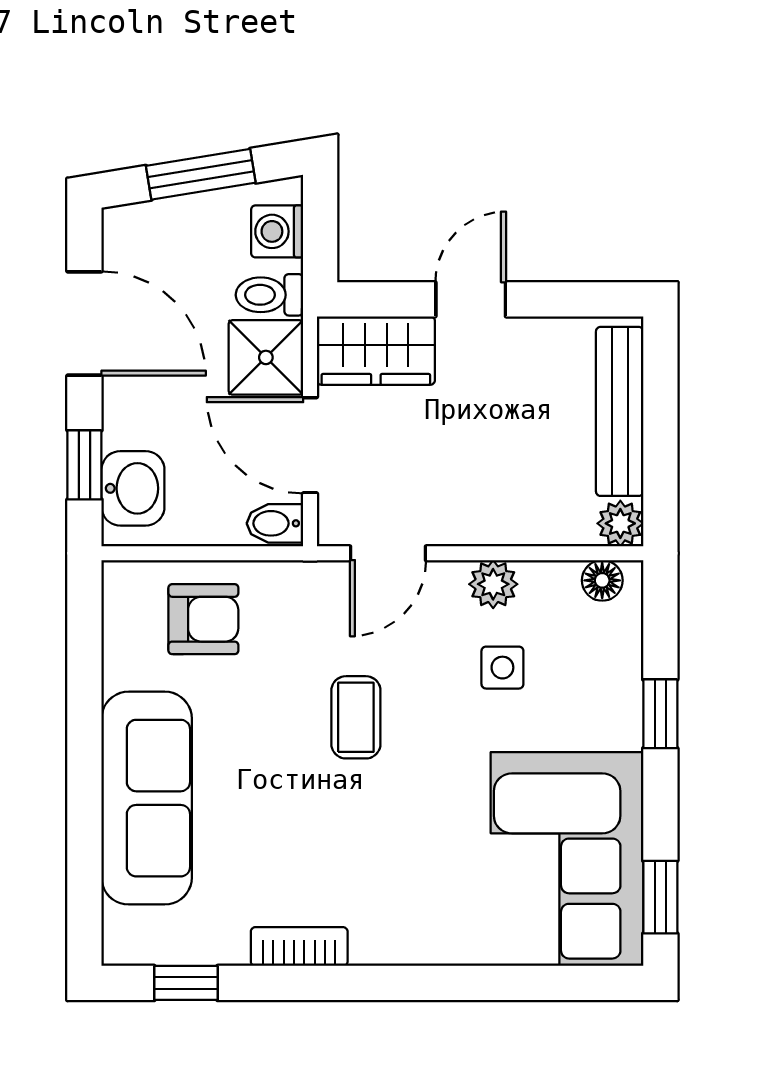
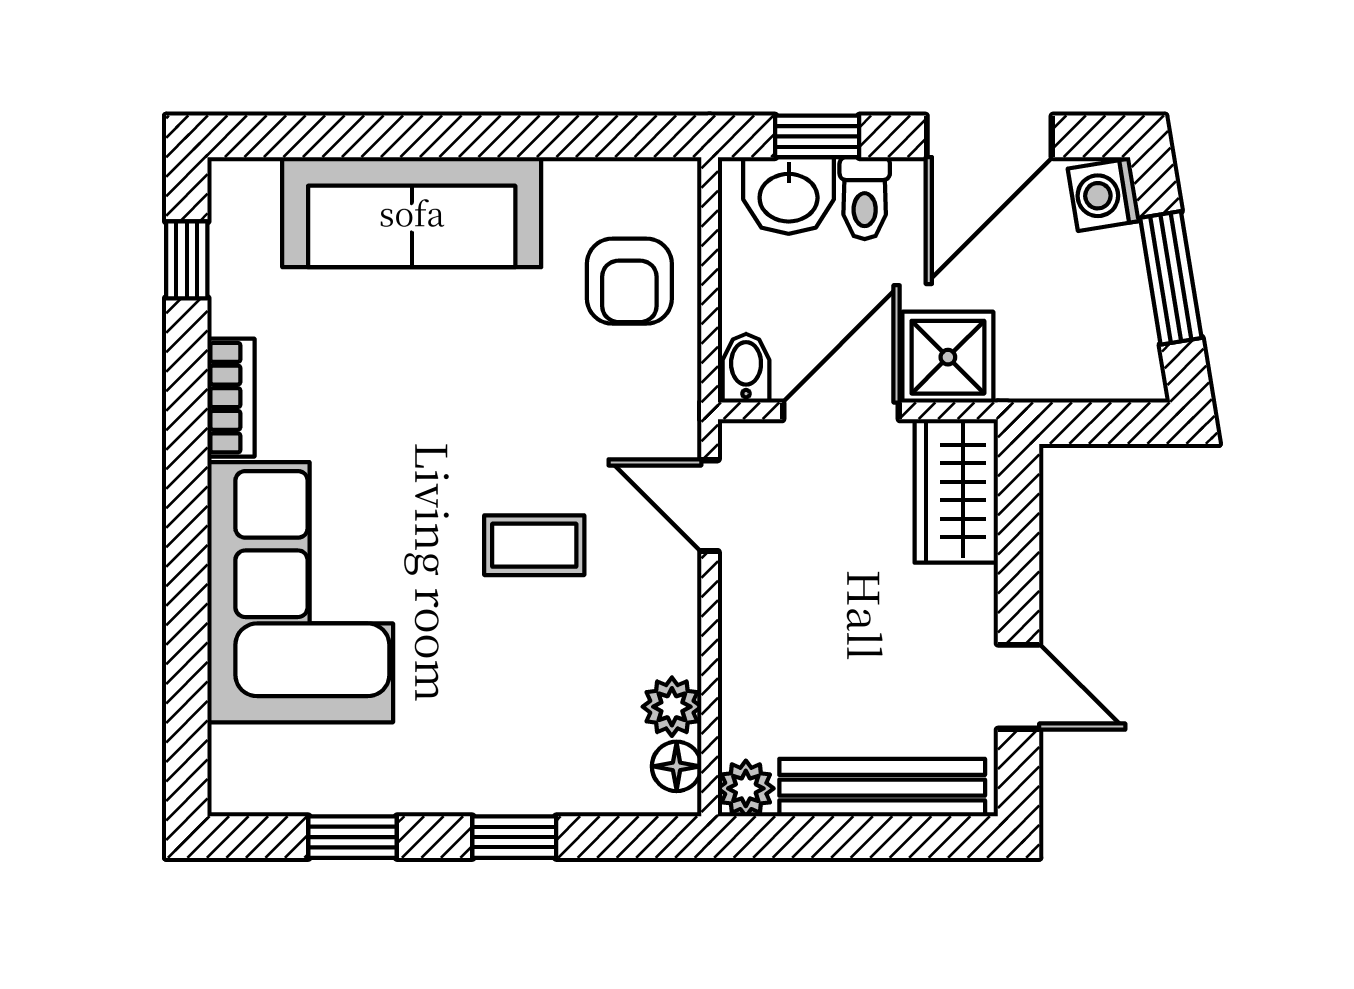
washing machine: (277, 231) -> (1104, 195), moved, turned -99
toilet: (269, 295) -> (865, 198), moved, turned 180
door: (471, 299) -> (1019, 687), moved
plant: (493, 584) -> (672, 707), moved
side table: (502, 668) -> (571, 645), removed
coffee table: (356, 717) -> (534, 545), moved
corner sofa: (567, 859) -> (300, 592), moved, turned 90
window: (660, 897) -> (353, 837), moved

